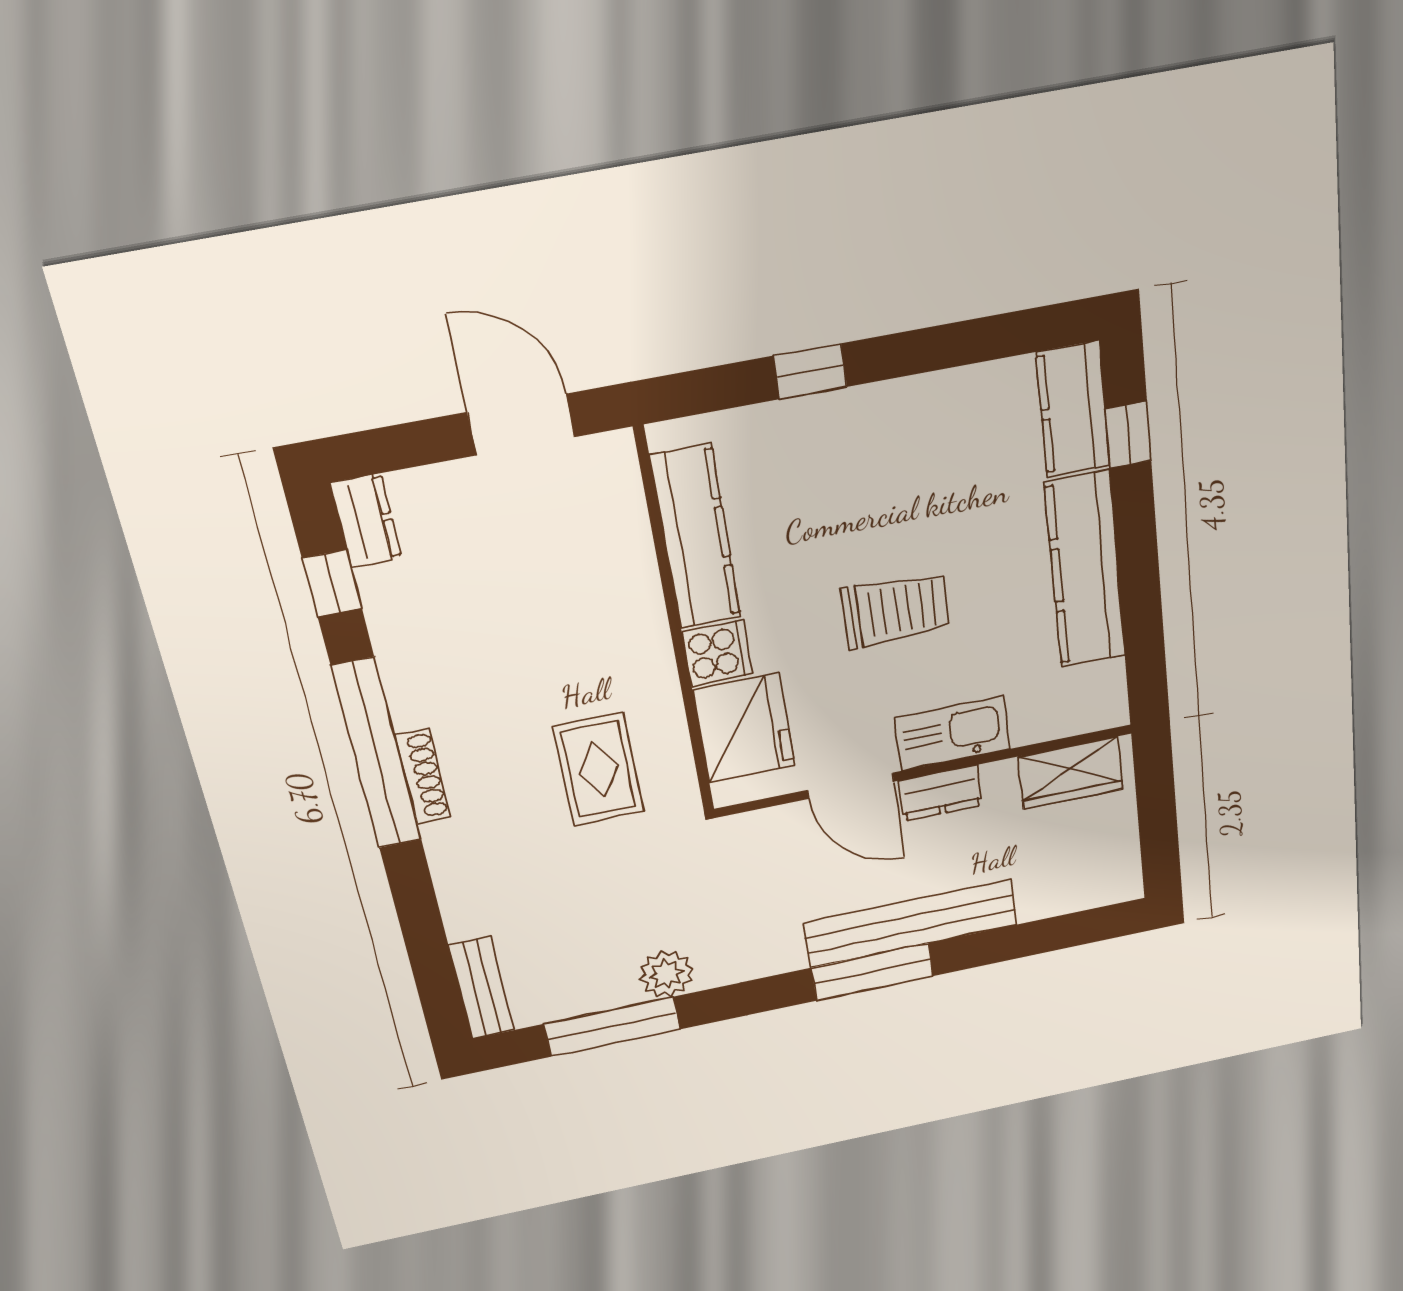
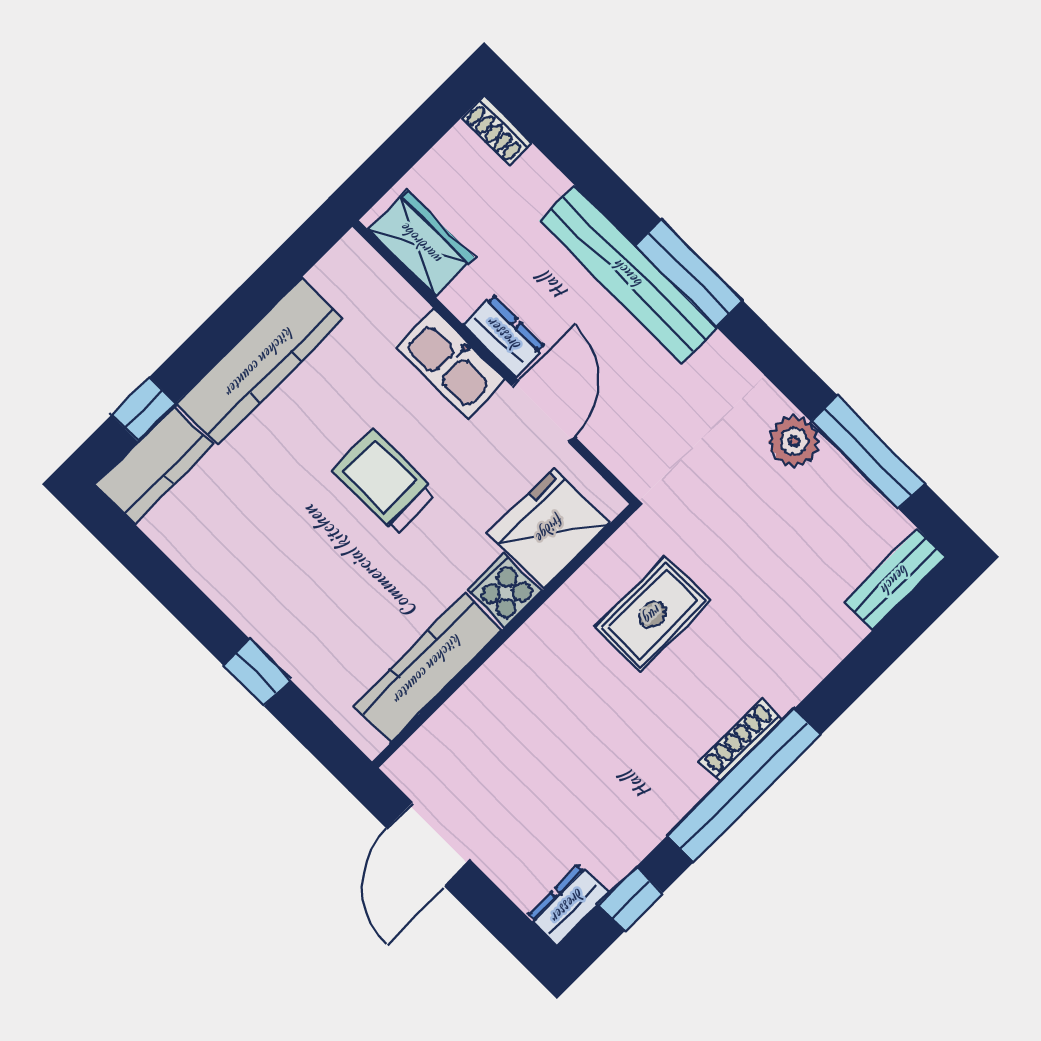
shoe rack: (1109, 890) -> (497, 131), added

